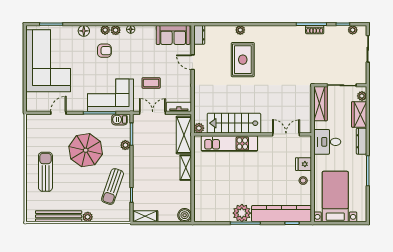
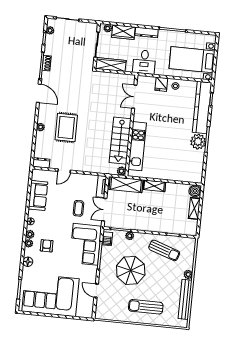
door: (279, 24) -> (39, 93), added
sofa: (173, 35) -> (38, 195), moved
rug: (243, 60) -> (66, 127), turned 90
shelving: (145, 216) -> (194, 208), moved

